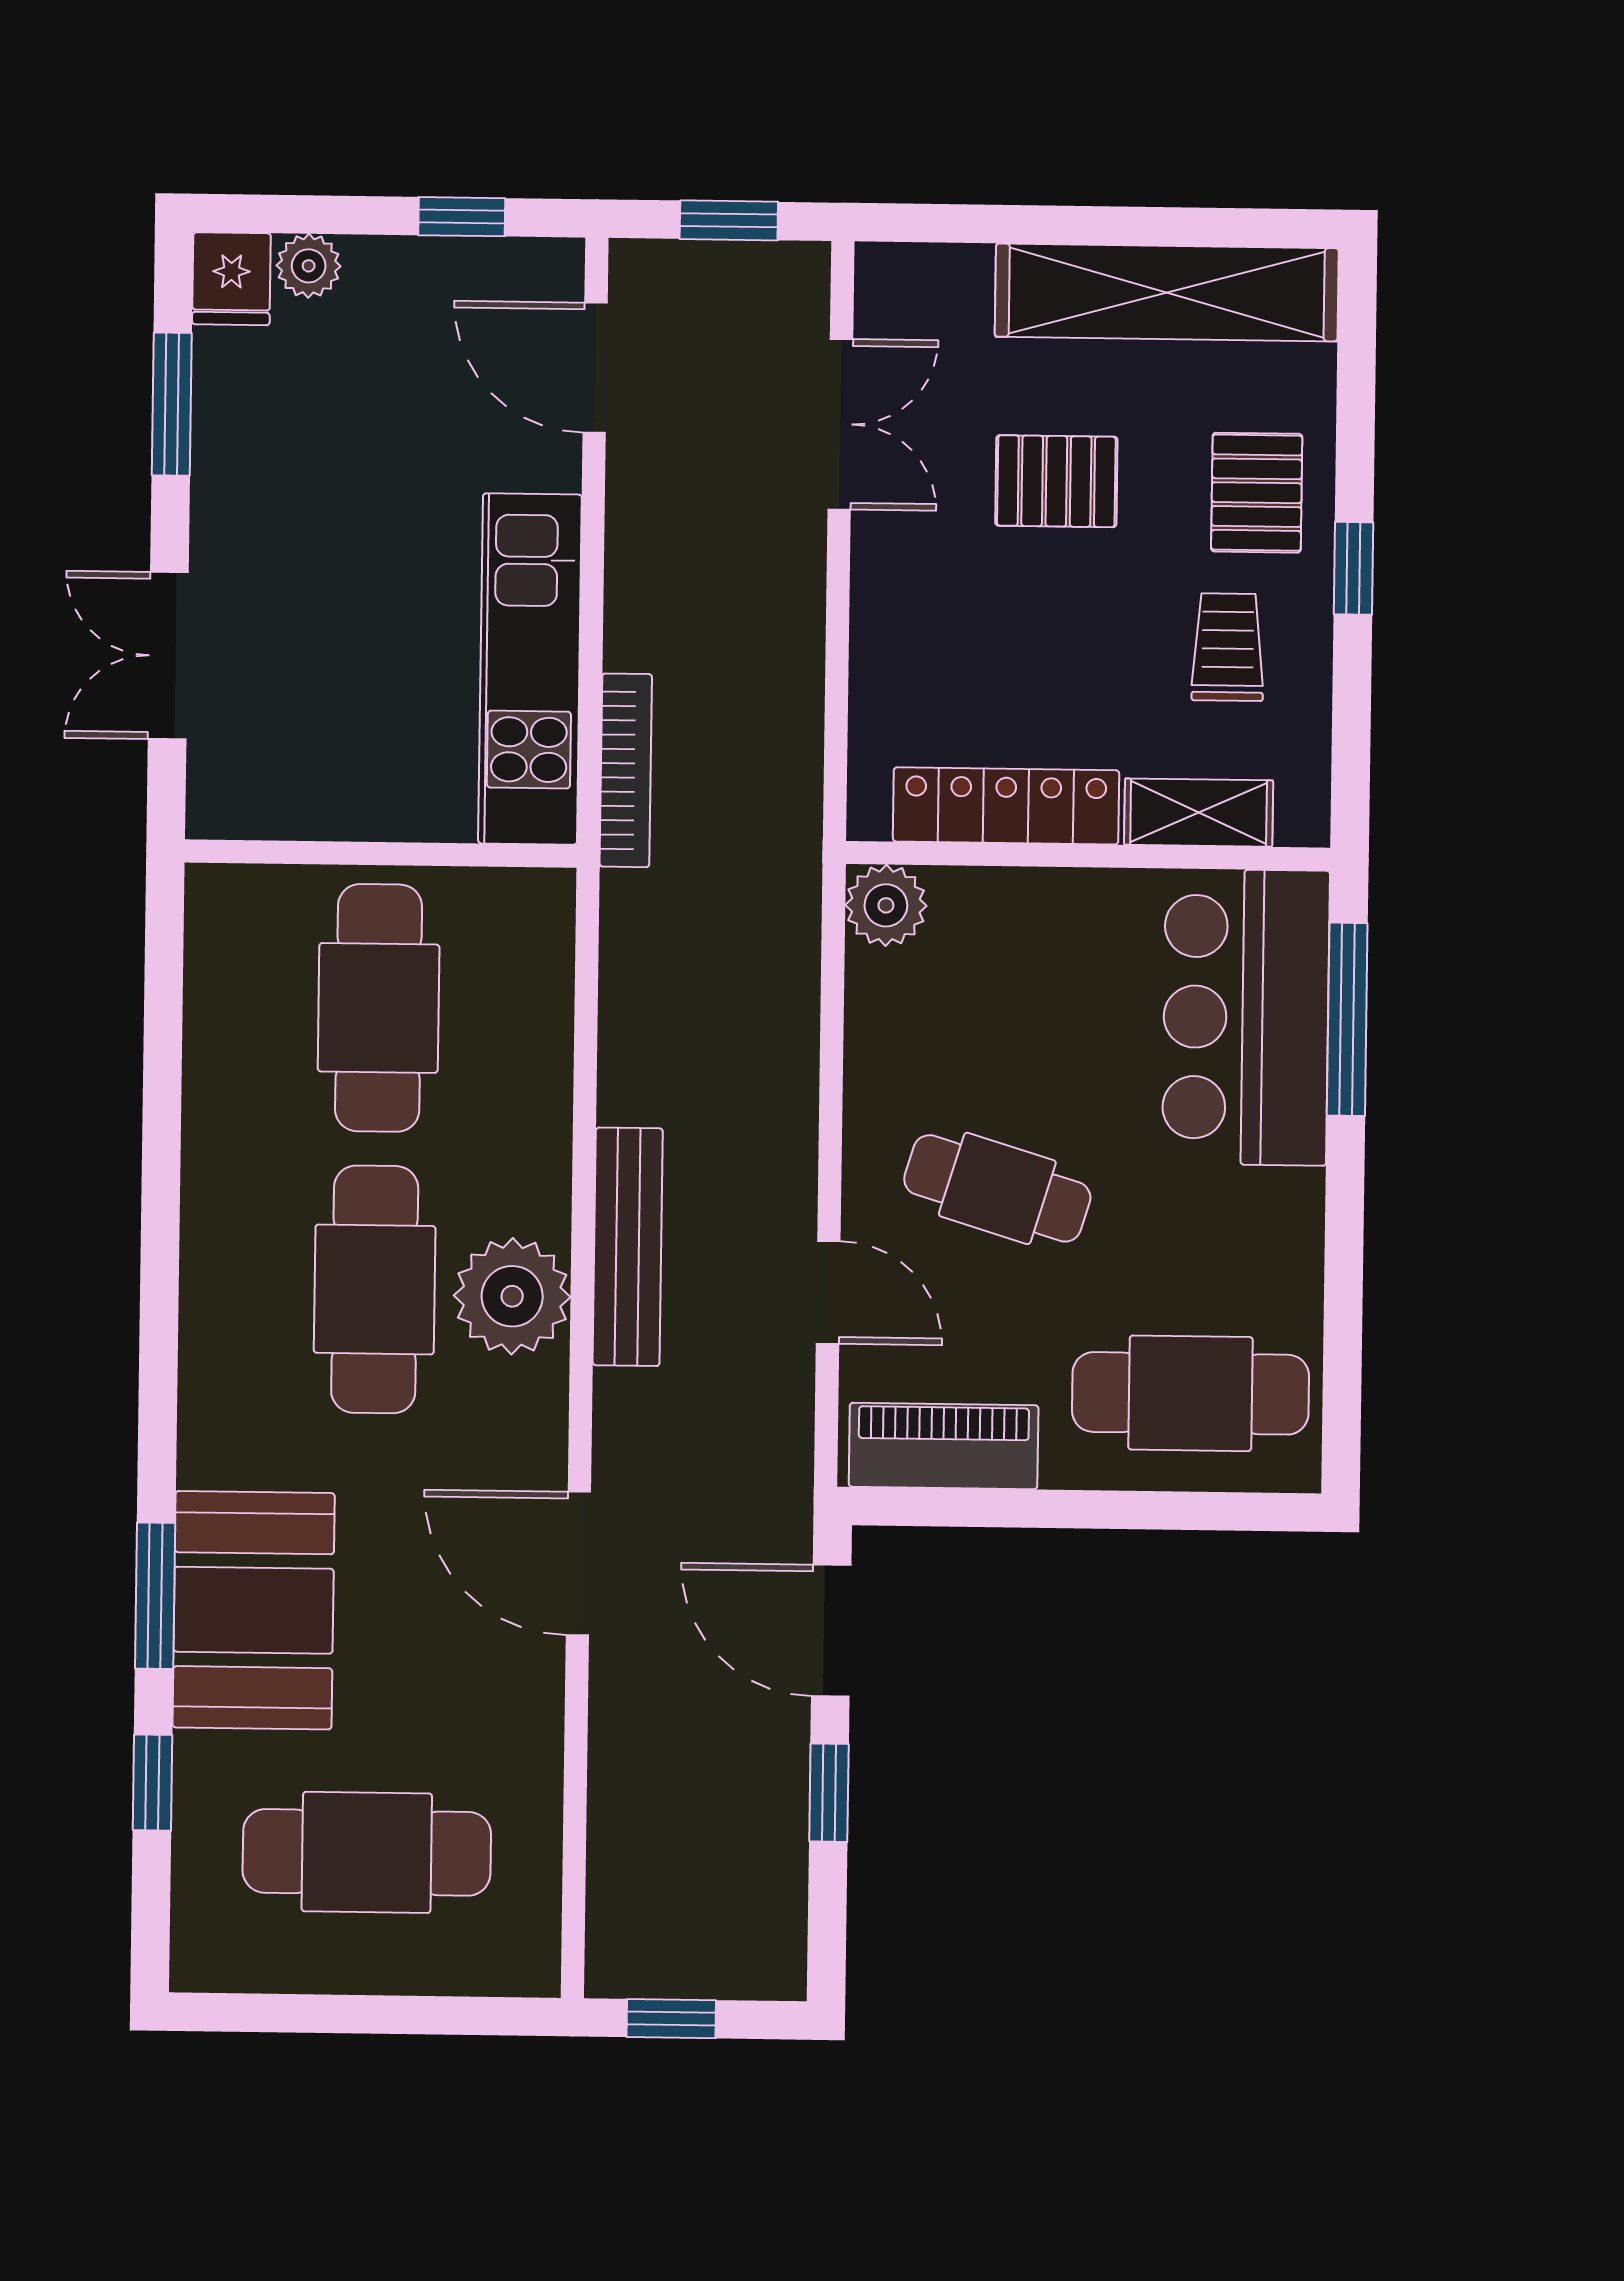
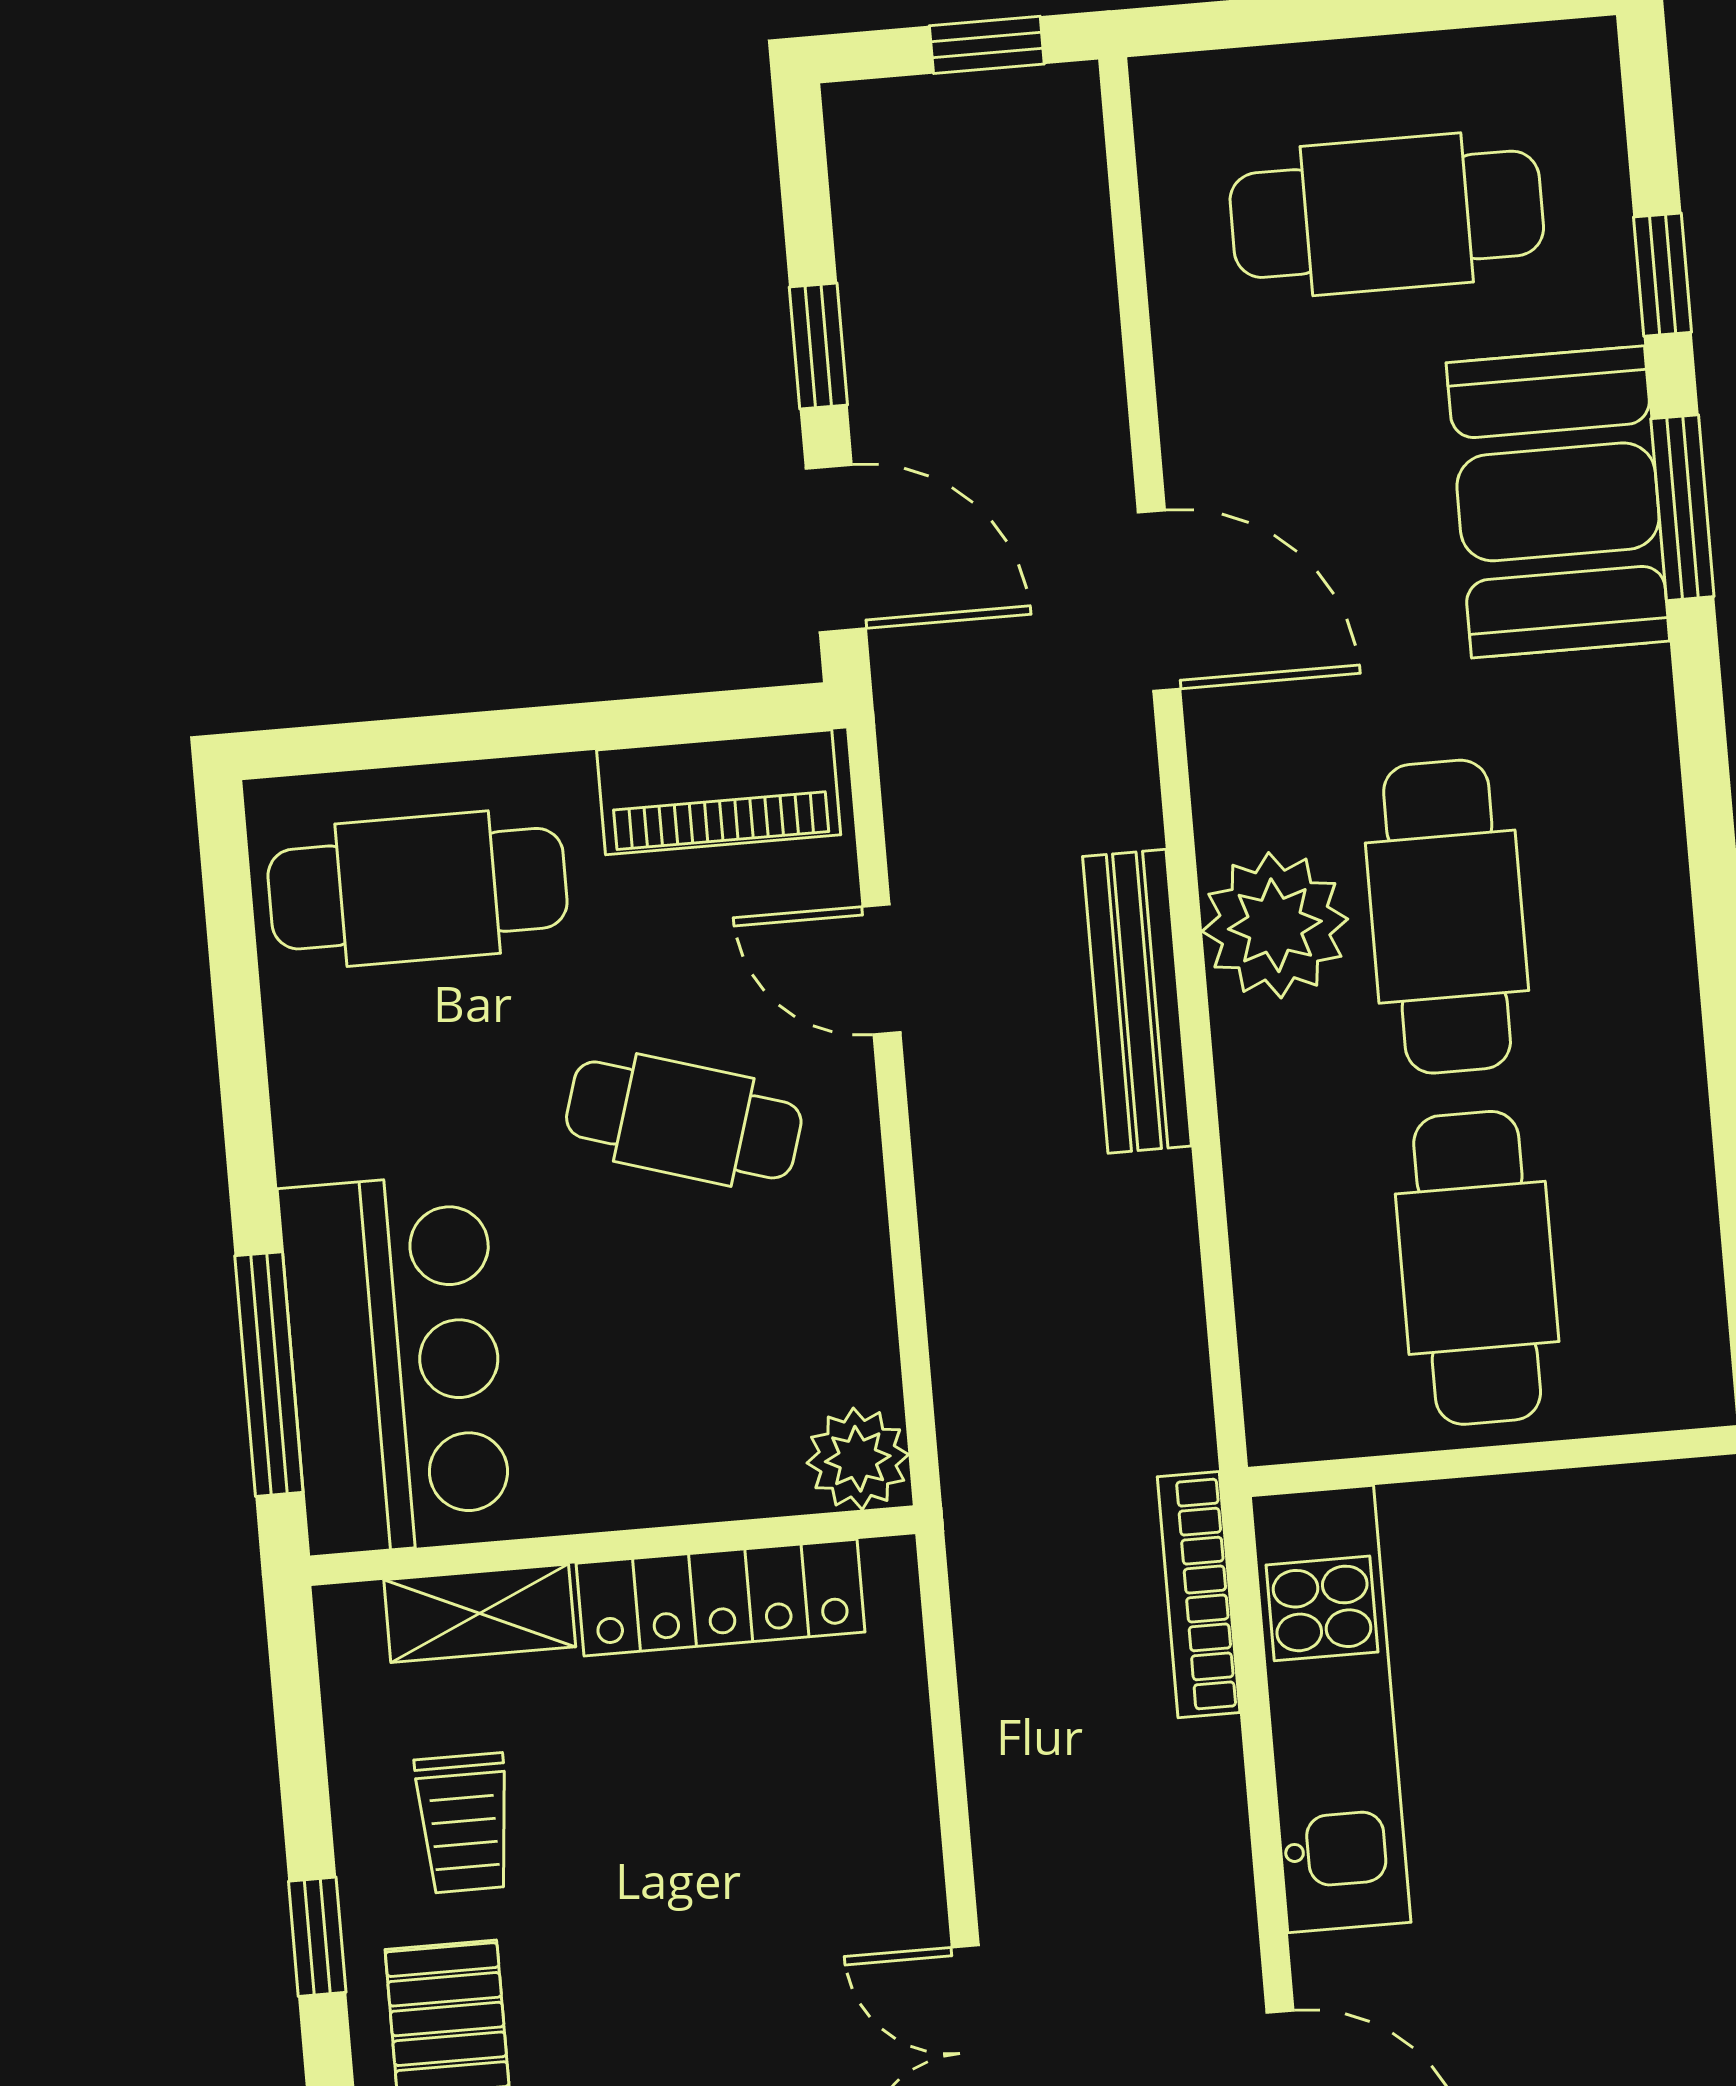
pallet: (1056, 481) -> (698, 2008), removed

